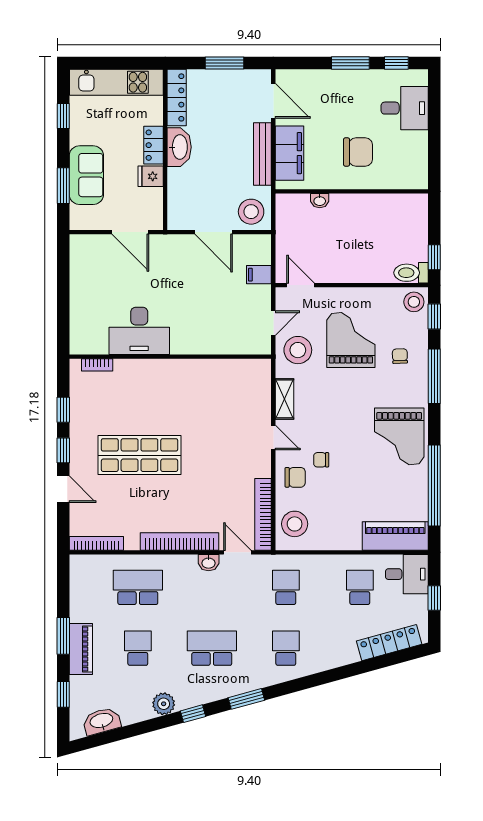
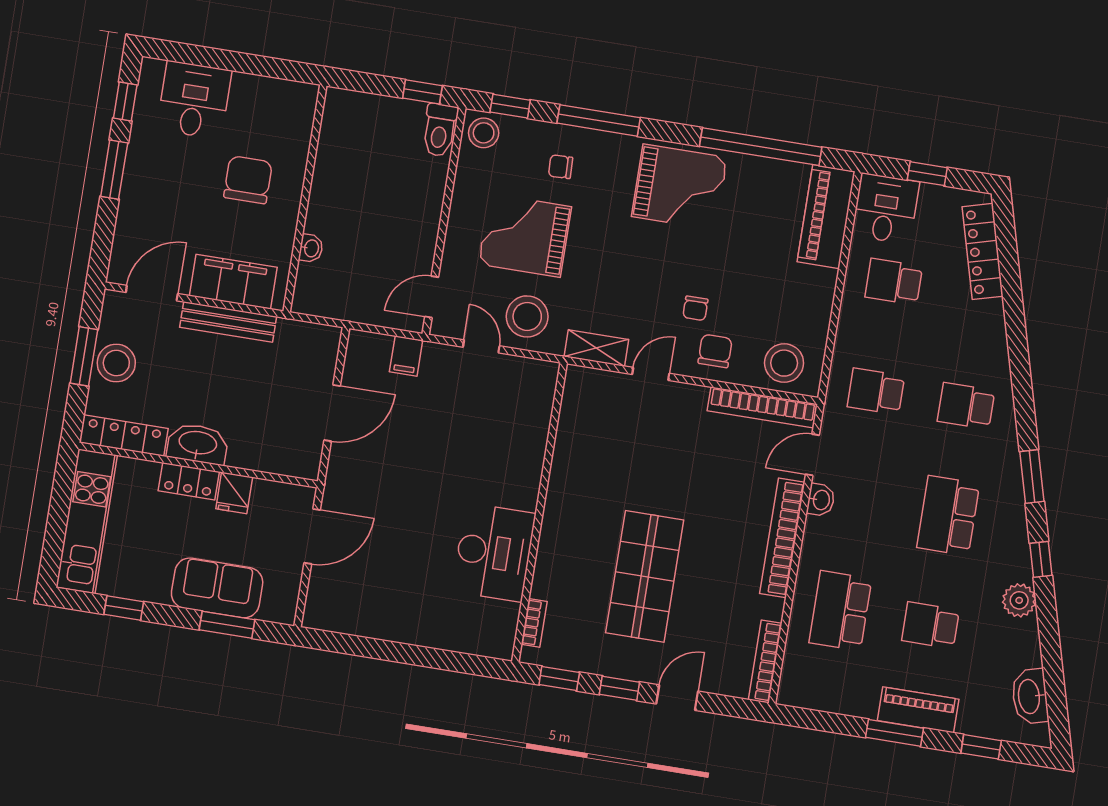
stool: (251, 212) -> (116, 363), moved
desk: (139, 331) -> (494, 552), moved
wall: (170, 357) -> (539, 512), moved
bookcase: (97, 365) -> (534, 623), moved

